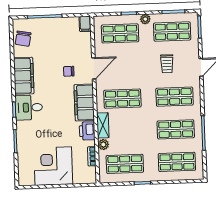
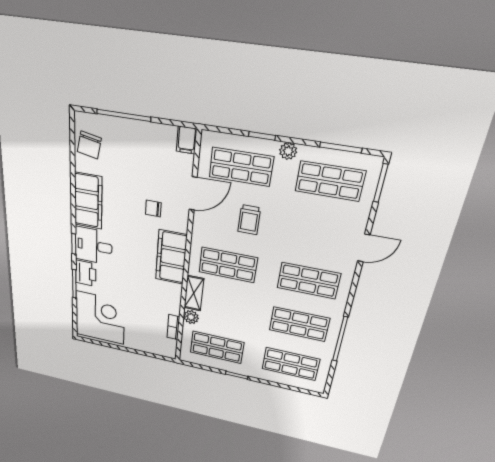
trolley: (167, 64) -> (249, 220), moved
door: (94, 68) -> (193, 193), moved
printer: (87, 131) -> (86, 273), moved, turned 180
corner desk: (53, 166) -> (100, 318), moved, turned 90

